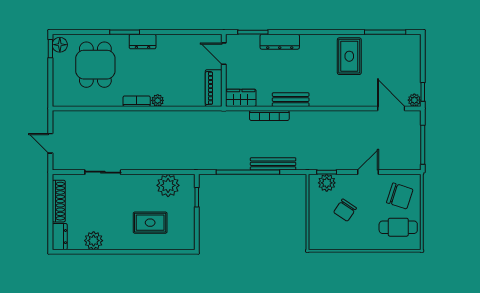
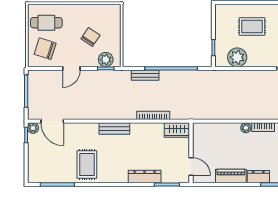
piano: (214, 88) -> (231, 176), moved, turned -90
bench: (291, 100) -> (114, 129), moved
bench: (273, 164) -> (145, 75), width x0.73

